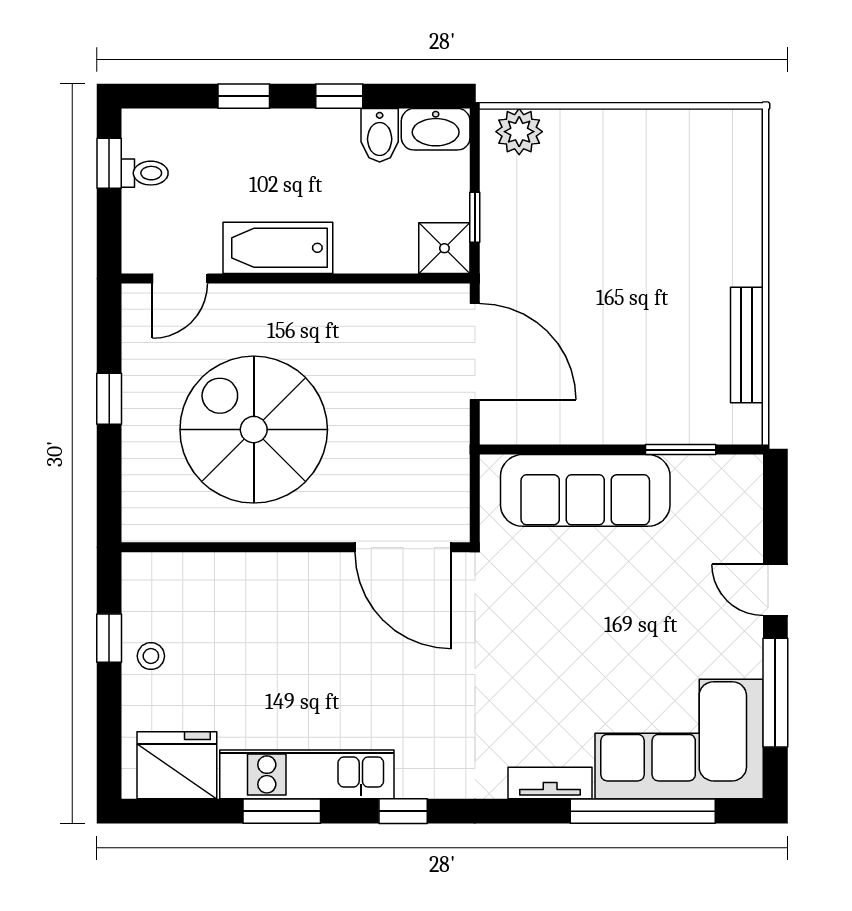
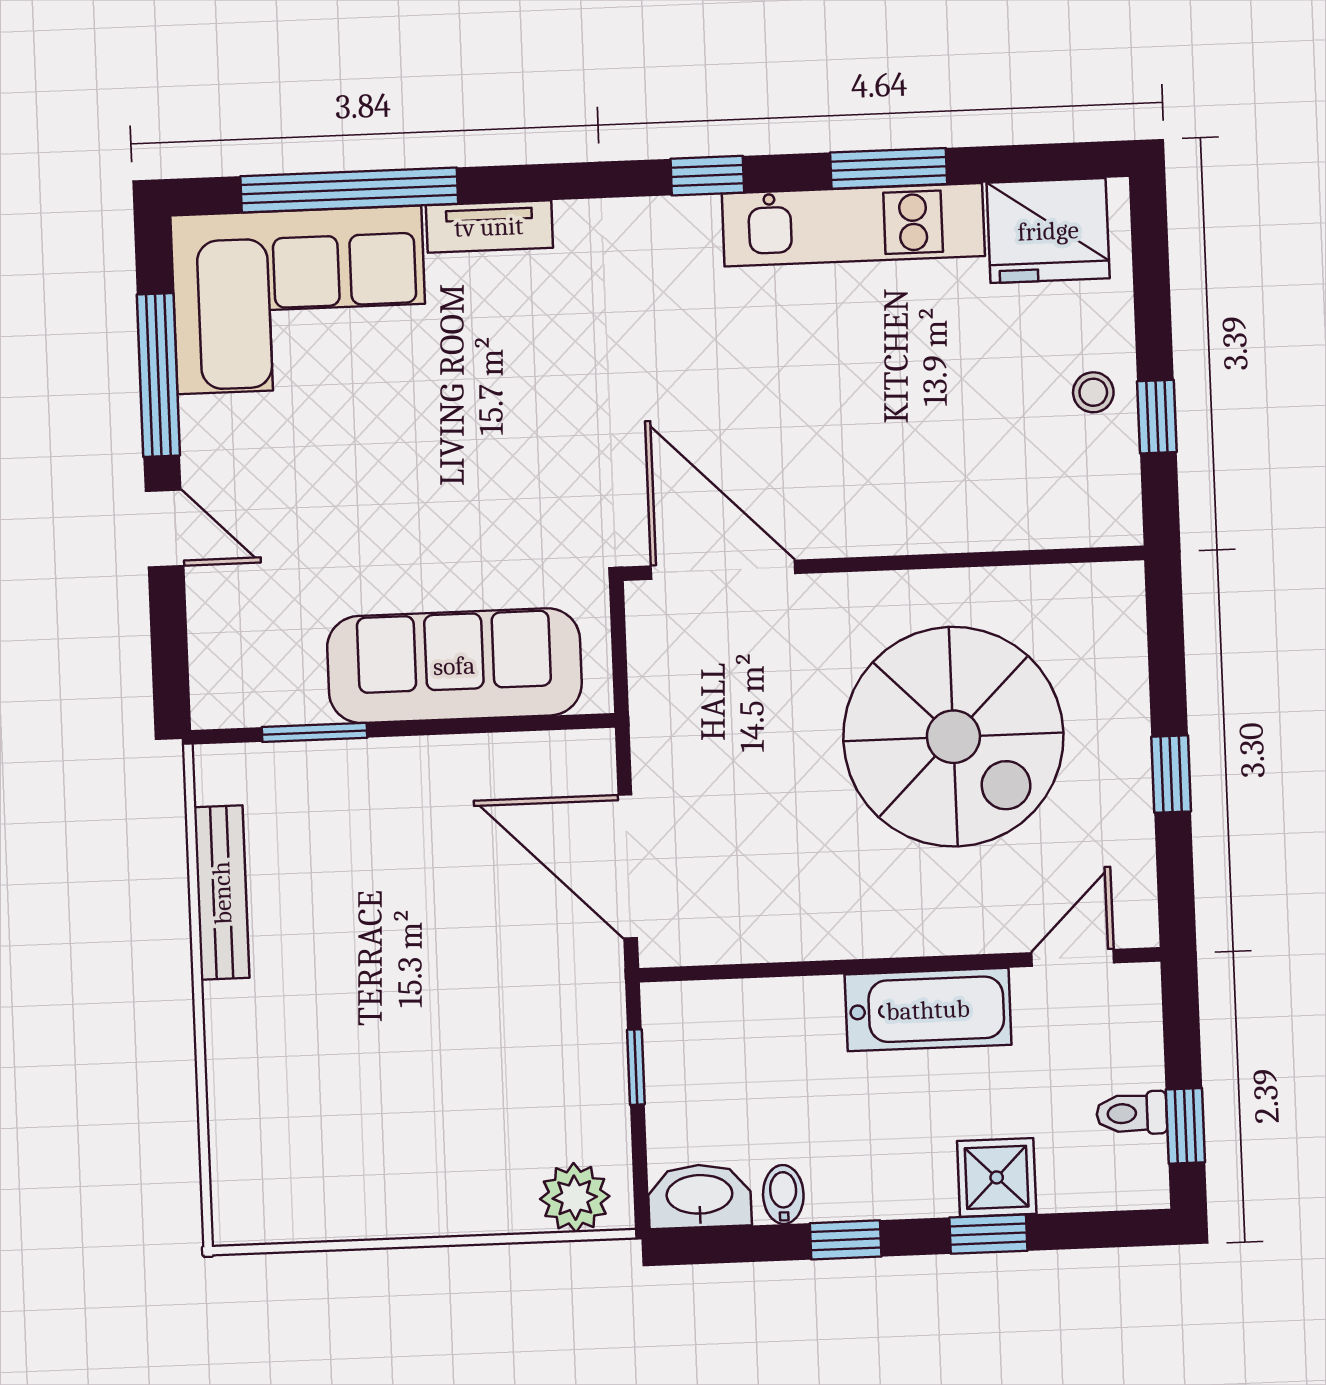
bidet: (380, 135) -> (783, 1195), width x0.72, depth x0.74
shower: (444, 248) -> (997, 1177), moved

